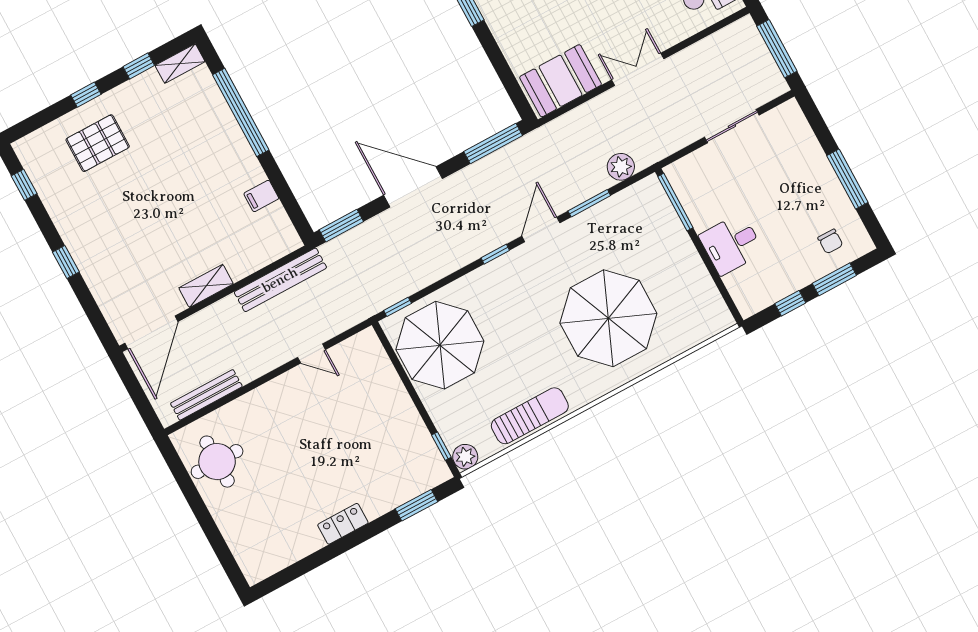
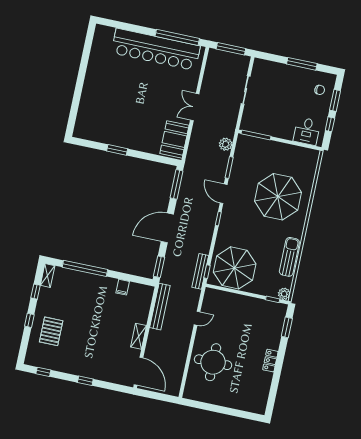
desk: (731, 244) -> (307, 131), moved
bench: (206, 395) -> (200, 271), moved
round table: (217, 462) -> (213, 362), moved, width x1.36, depth x1.36

